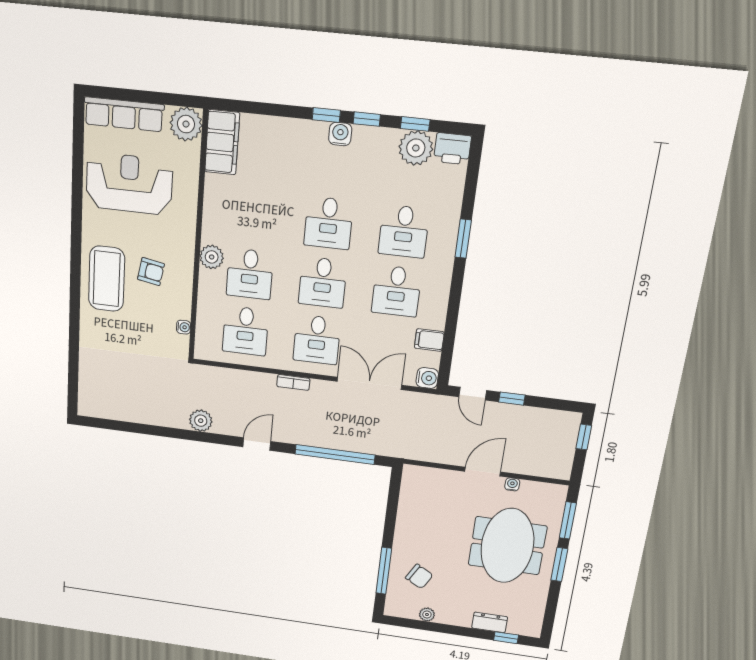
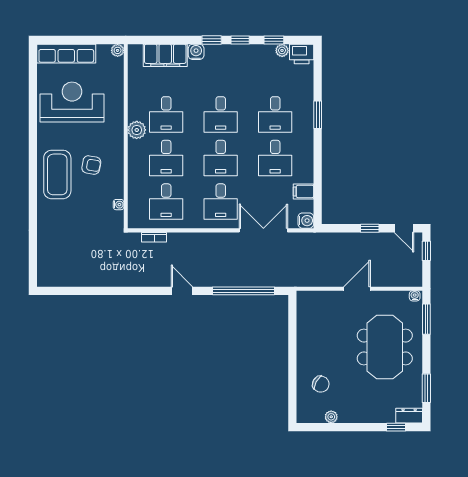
plant: (186, 124) -> (118, 50), width x0.53, depth x0.53
water cooler: (340, 134) -> (196, 52), moved
filing cabinet: (222, 142) -> (165, 55), moved, turned 90
plant: (416, 148) -> (282, 50), width x0.53, depth x0.53
desk: (254, 215) -> (166, 114), added
plant: (212, 257) -> (137, 130), moved
bookcase: (293, 382) -> (154, 237), moved
door: (473, 394) -> (404, 228), moved
plant: (201, 421) -> (136, 278), removed
door: (257, 444) -> (182, 291), hinge flipped
water cooler: (512, 484) -> (415, 296), moved
window: (559, 564) -> (426, 388), moved
window: (384, 571) -> (292, 384), removed
dresser: (490, 622) -> (409, 416), moved

